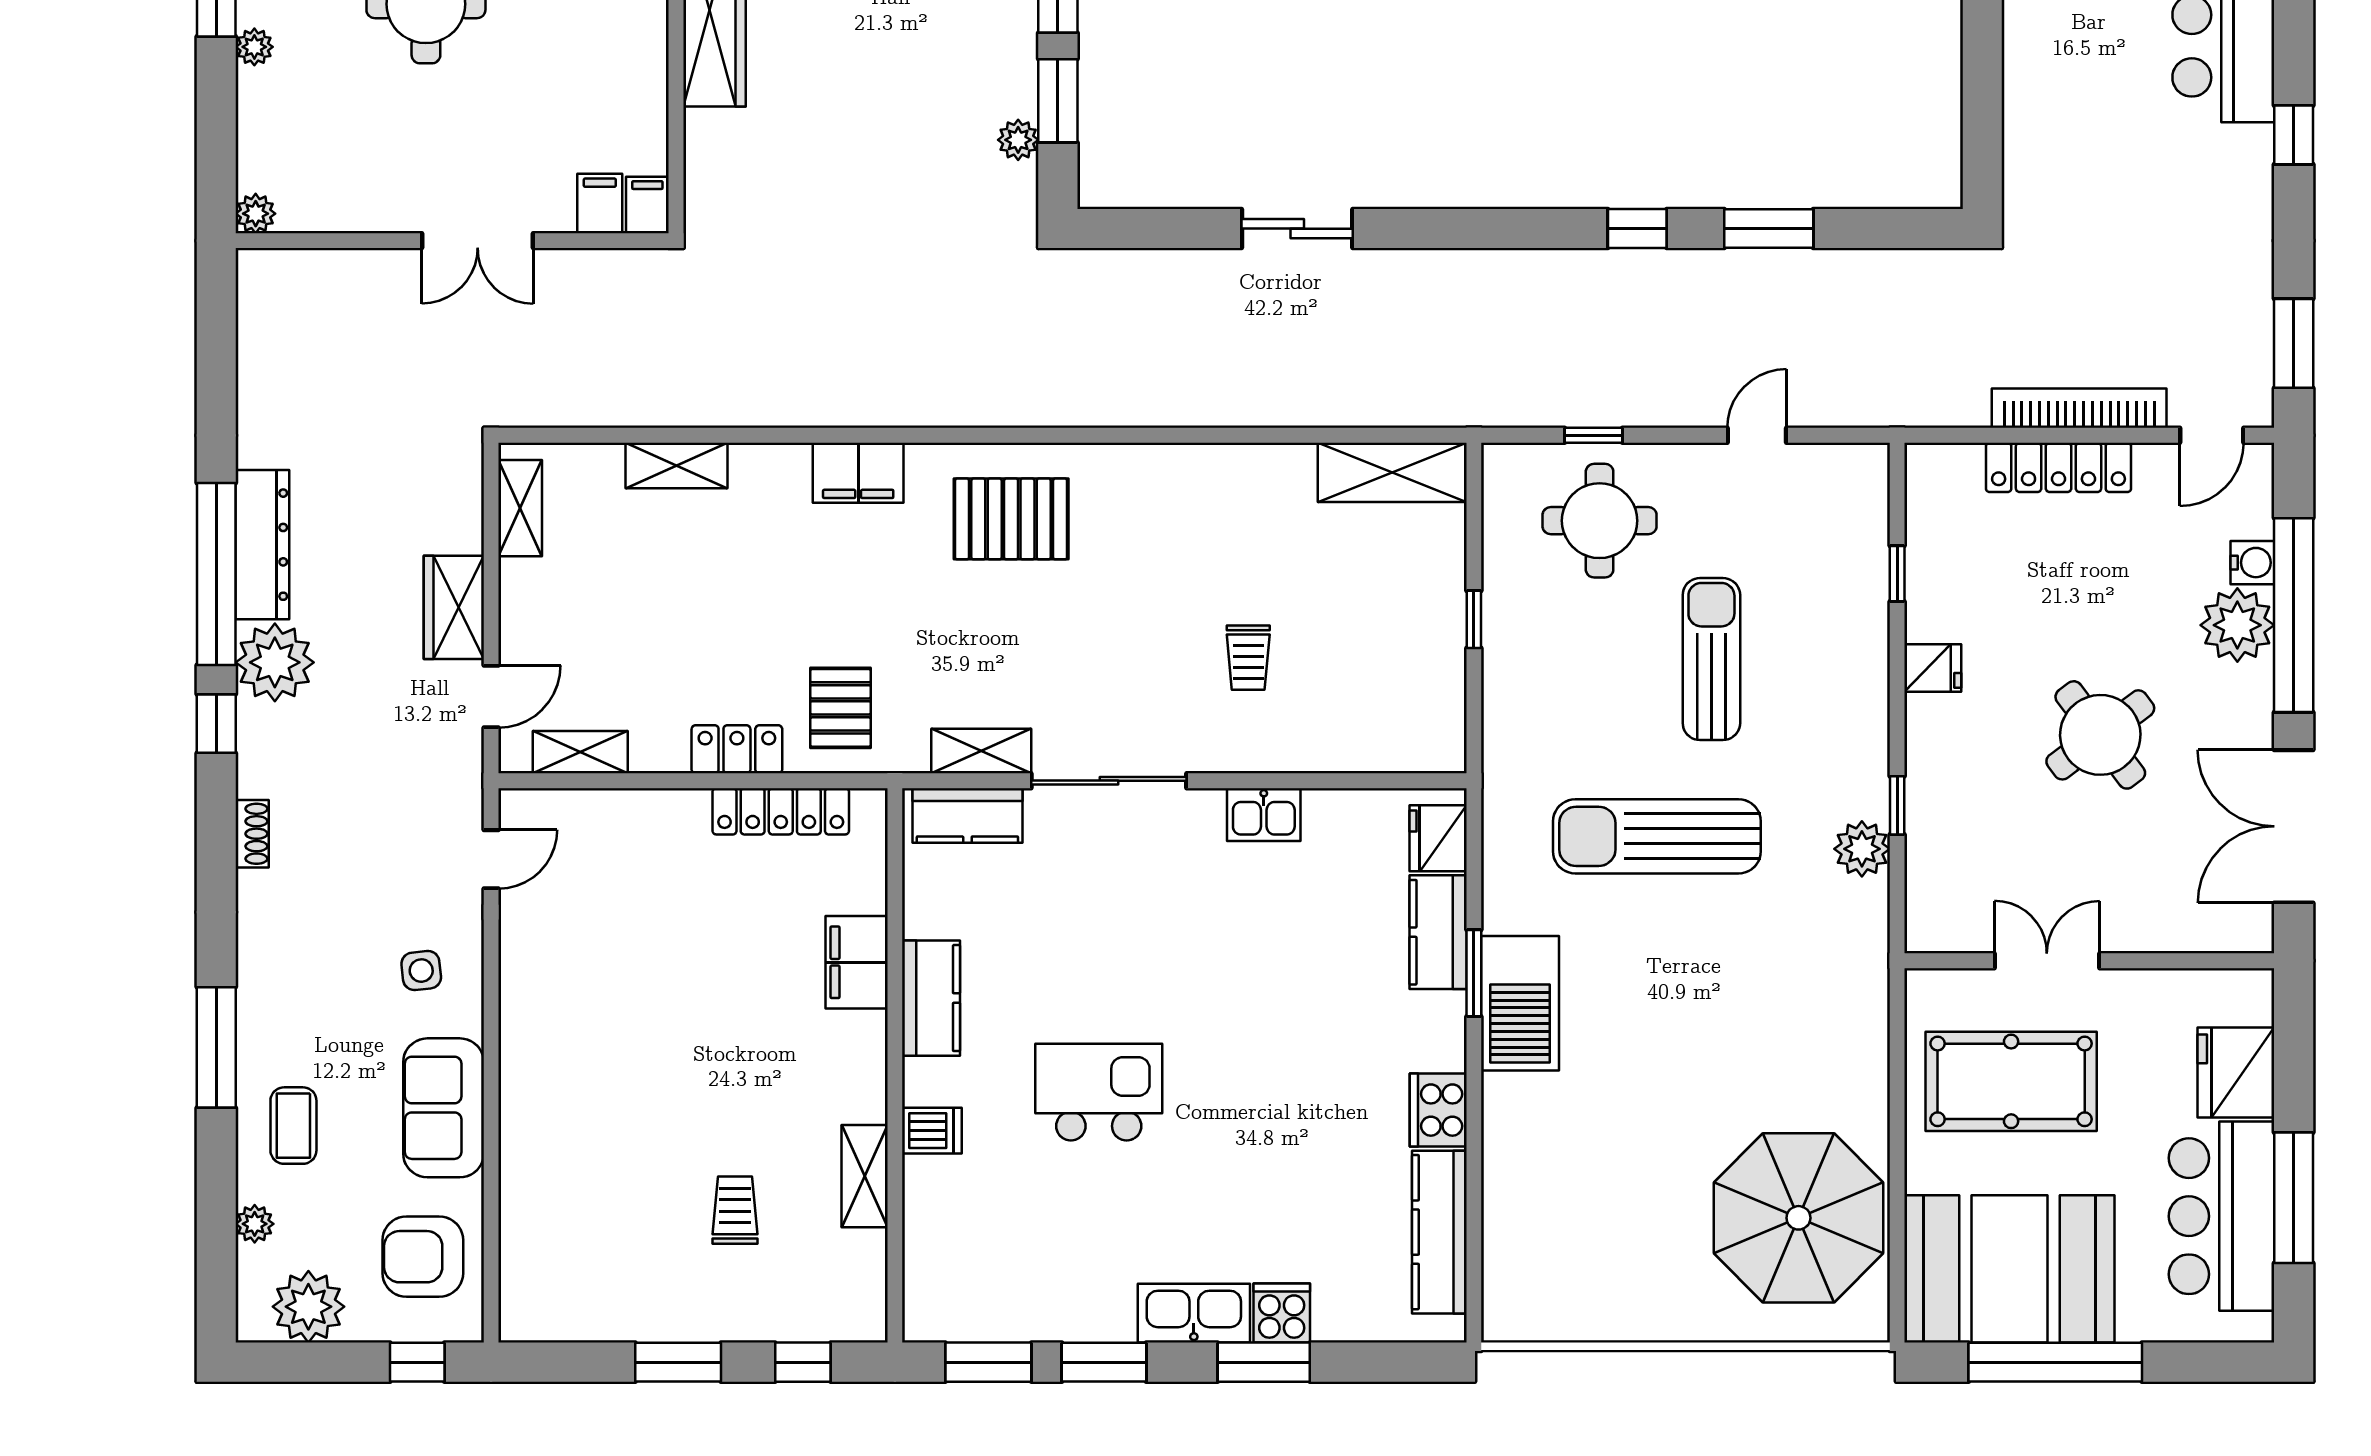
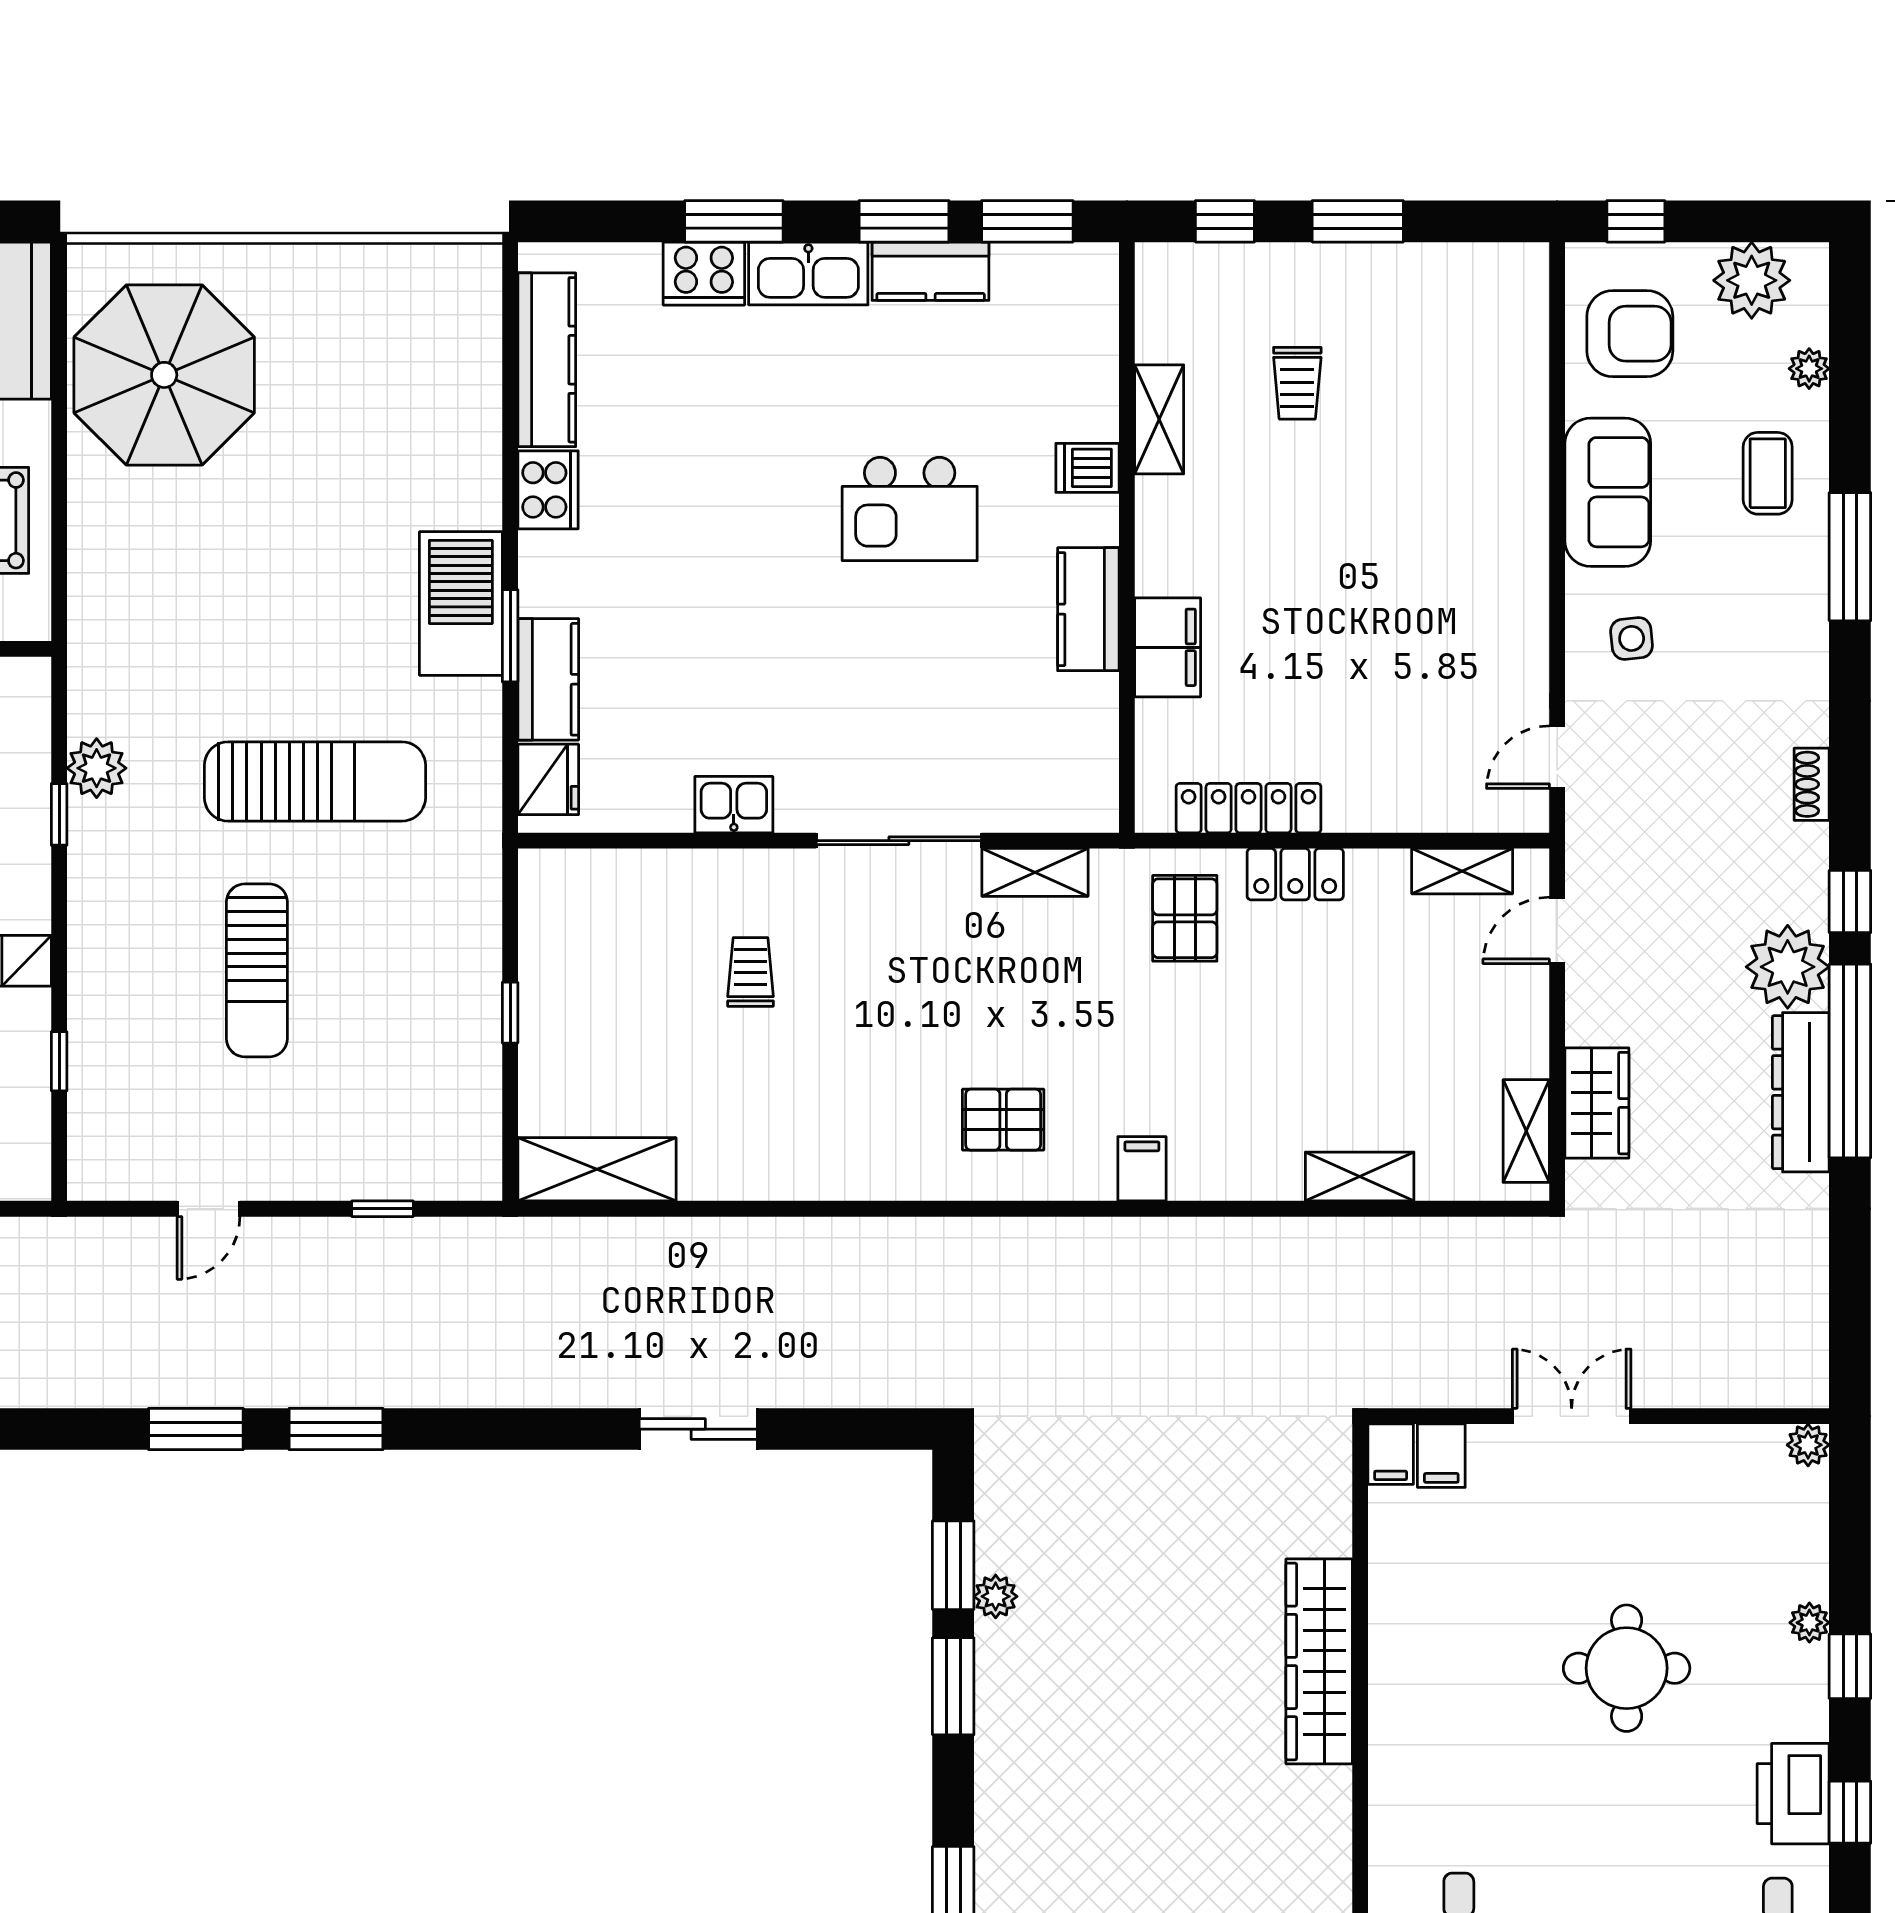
plant: (1018, 140) -> (996, 1596), moved
window: (1637, 229) -> (336, 1429), width x1.50
filing cabinet: (858, 473) -> (1142, 1169), width x0.50
pallet: (1011, 519) -> (1003, 1120), width x0.67, depth x0.71
round table: (1600, 521) -> (376, 1118), removed
wardrobe: (454, 607) -> (1597, 1103), moved
kitchen counter: (967, 815) -> (931, 271), moved, turned 180
cooker: (1282, 1313) -> (704, 274), width x1.36

